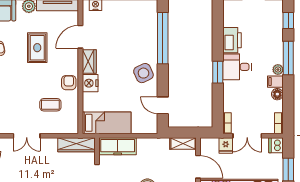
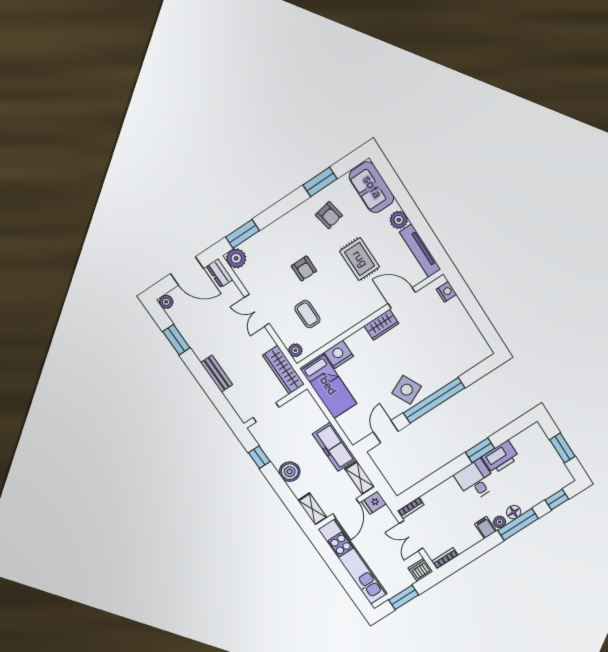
window: (163, 38) -> (434, 400), moved
rug: (37, 48) -> (360, 259), turned 90
window: (218, 72) -> (480, 450), moved
armchair: (69, 83) -> (304, 269), moved, turned 90
nightstand: (90, 83) -> (339, 354), moved
floor lamp: (277, 94) -> (514, 512), moved
plant: (69, 128) -> (295, 350), added
freezer: (118, 146) -> (334, 447), moved
fridge: (226, 146) -> (374, 503), moved

